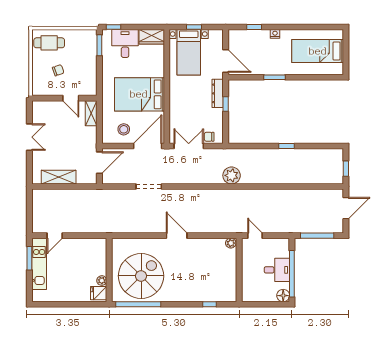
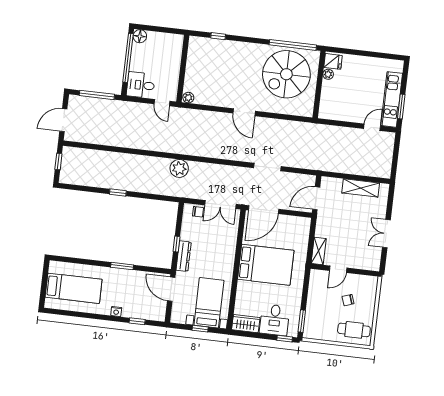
door: (71, 98) -> (338, 269), swing flipped
stool: (124, 129) -> (286, 230), removed
desk: (277, 270) -> (141, 85), moved

